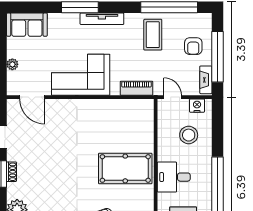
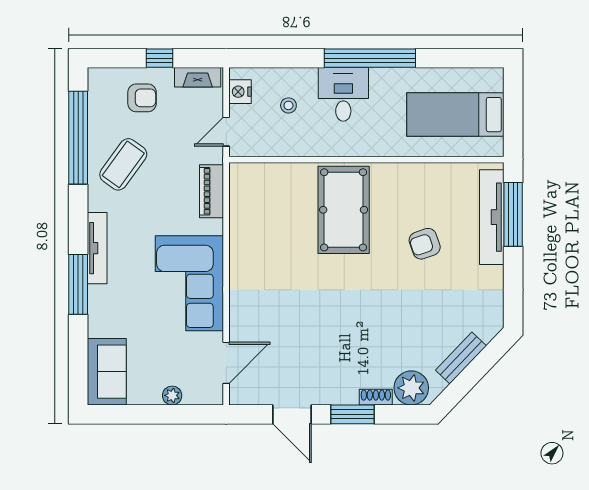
coffee table: (153, 35) -> (123, 164), turned -54
window: (217, 57) -> (160, 58), width x0.32
stool: (189, 135) -> (288, 105), width x0.53, depth x0.53
shoe rack: (11, 172) -> (376, 397), moved
desk: (174, 177) -> (343, 94), moved, turned 180

